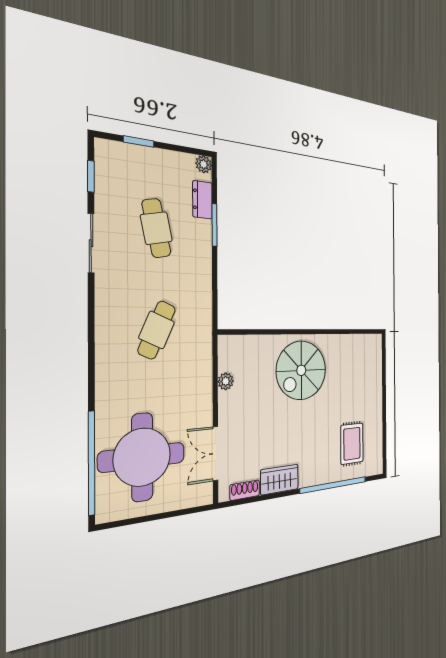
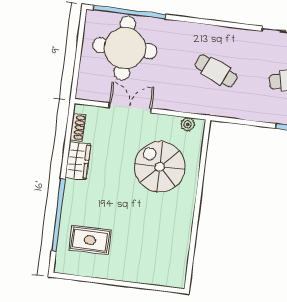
spiral stairs: (301, 370) -> (160, 167), moved
plant: (226, 381) -> (188, 124), moved
double door: (215, 454) -> (130, 108), moved

